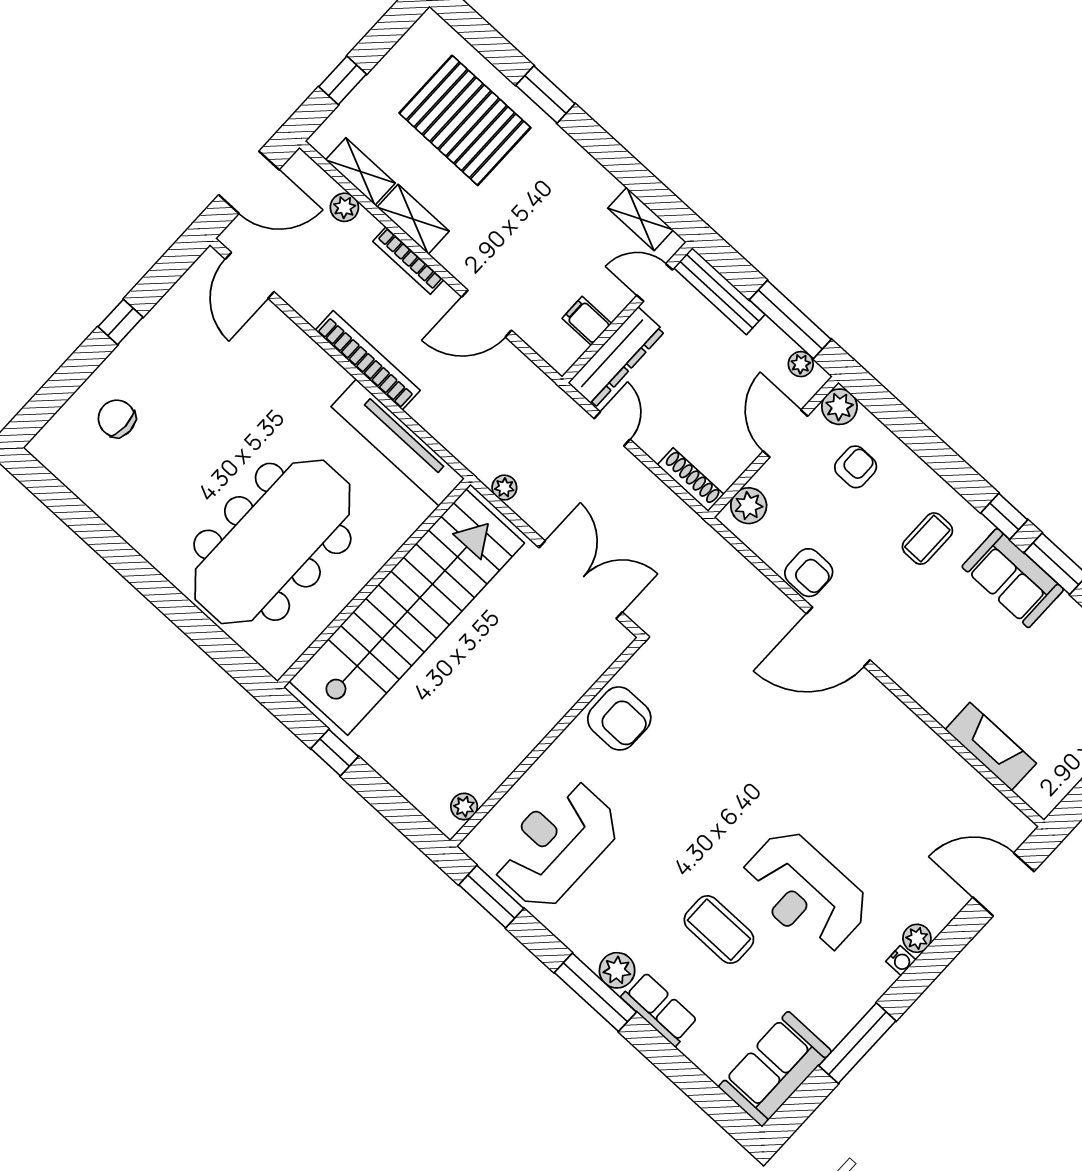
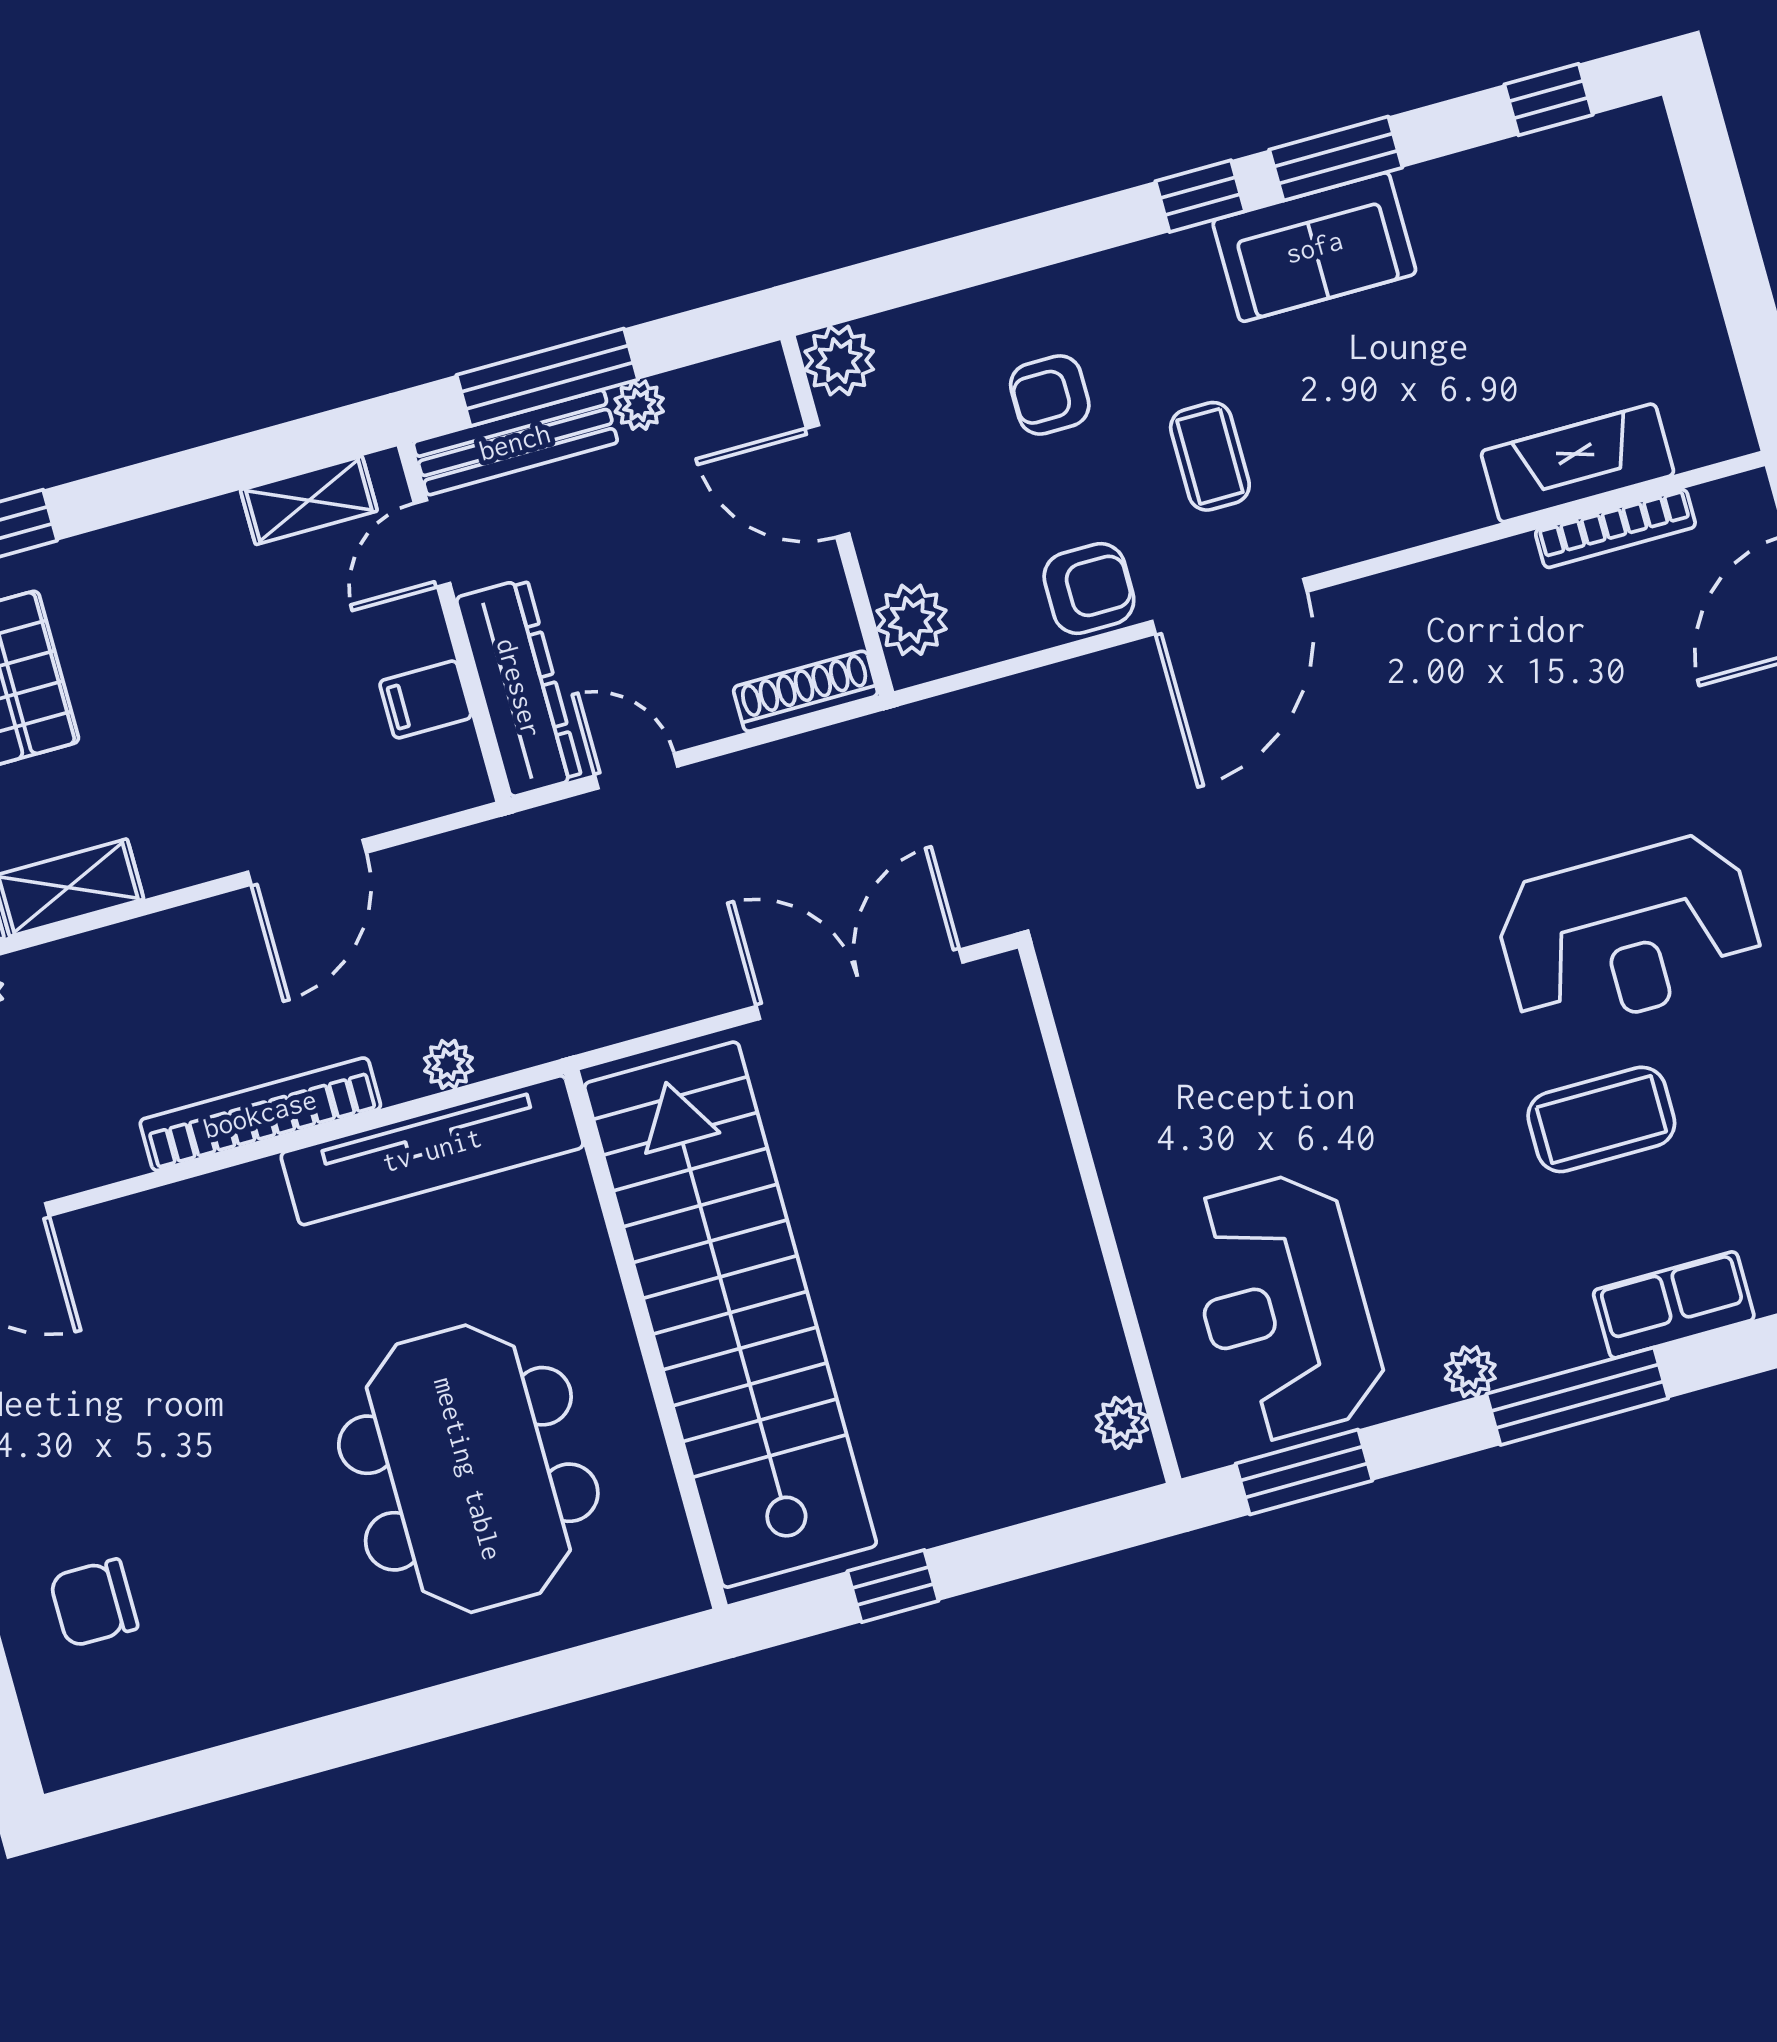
bookcase: (408, 261) -> (1615, 528), moved
window: (790, 320) -> (547, 377), moved
plant: (801, 364) -> (639, 405), moved
armchair: (856, 467) -> (1050, 395), moved, turned -90
plant: (504, 487) -> (448, 1064), moved
coffee table: (927, 539) -> (1210, 456), moved
meeting table: (272, 542) -> (468, 1469), width x0.73
armchair: (619, 718) -> (1137, 1065), removed
plant: (617, 970) -> (1470, 1372), moved, width x0.73, depth x0.73

